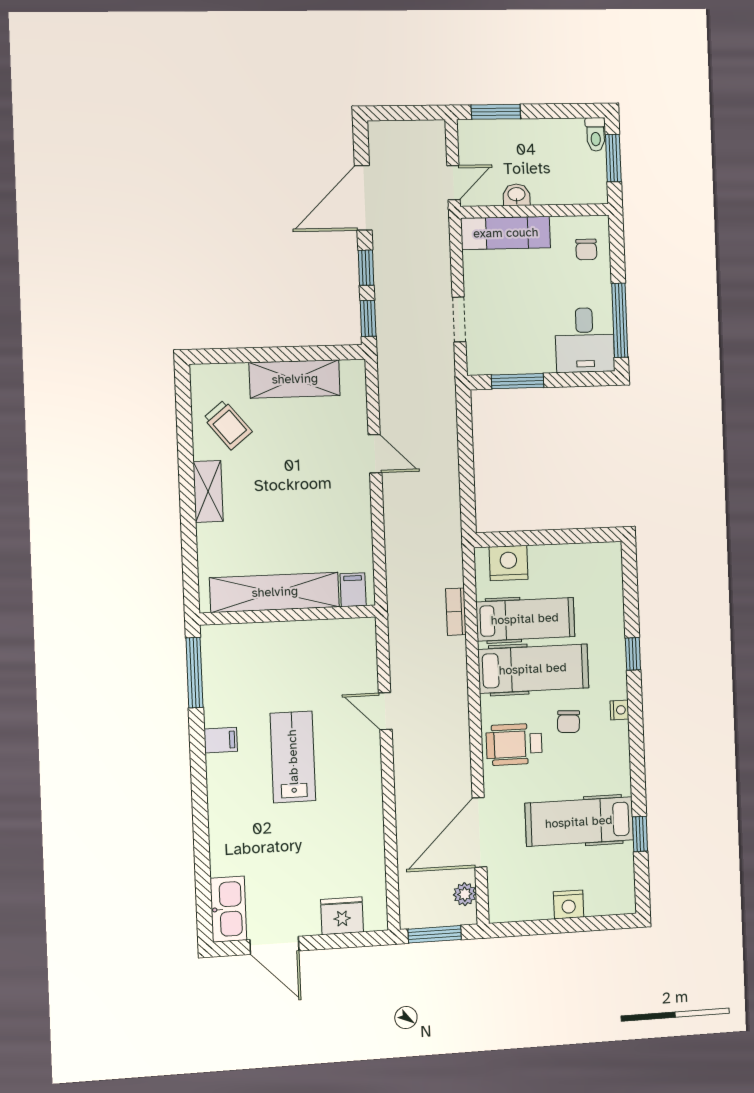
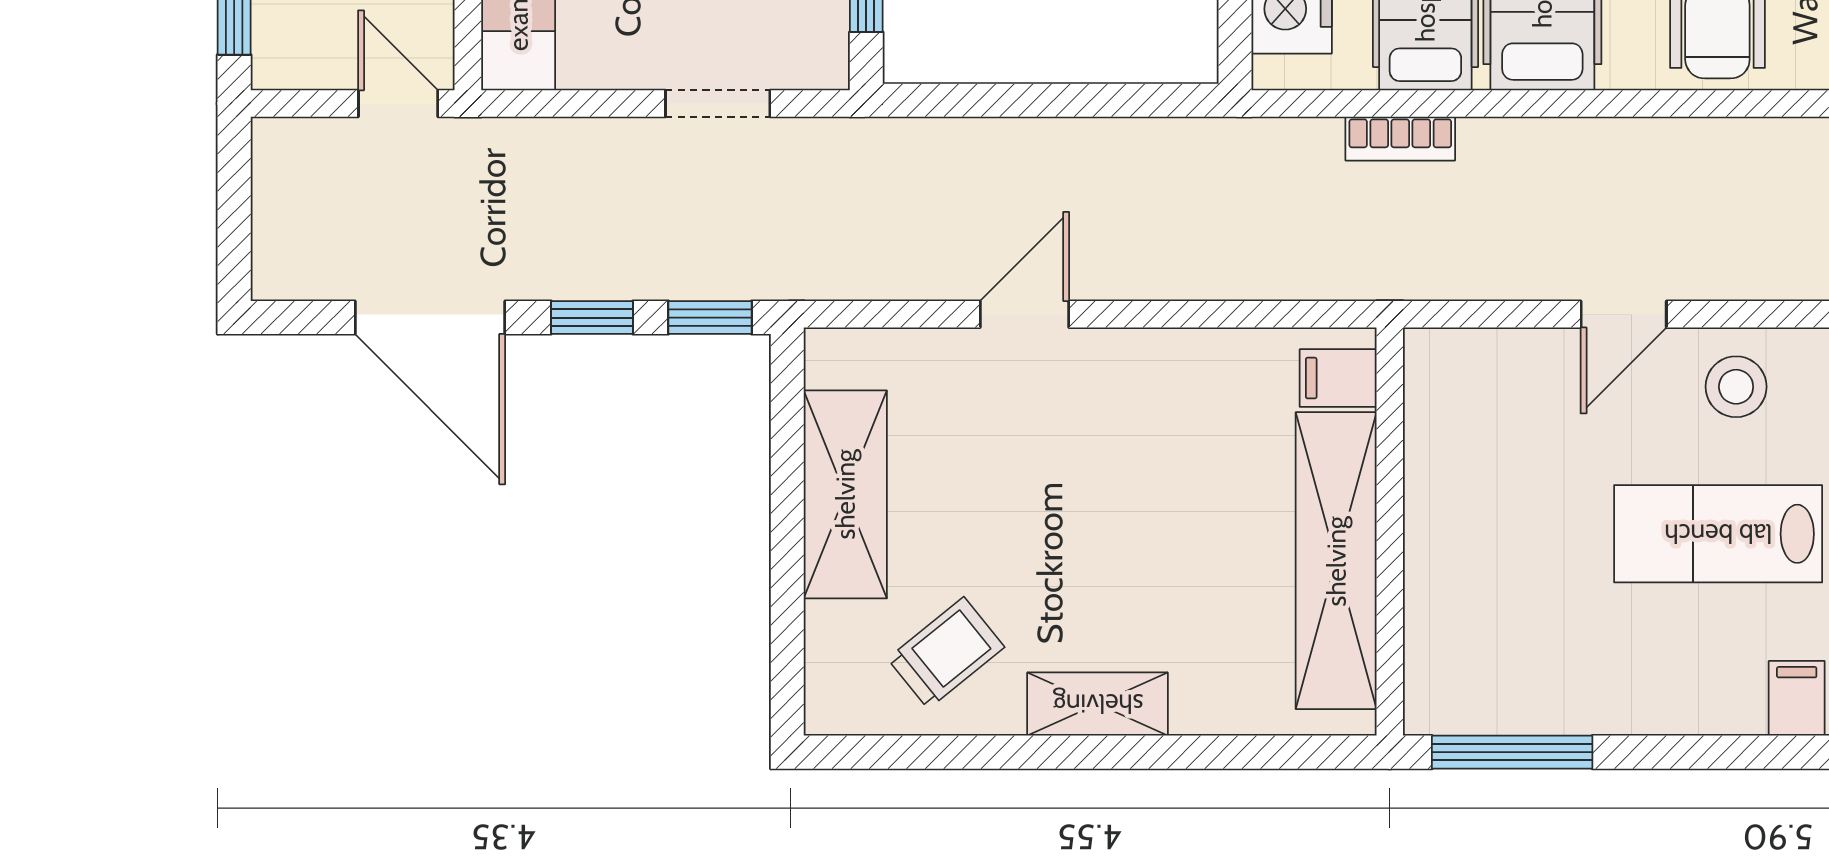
filing cabinet: (221, 740) -> (1797, 698), moved
stool: (356, 761) -> (1736, 387), added

